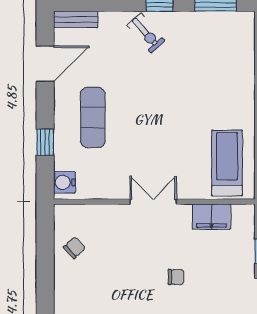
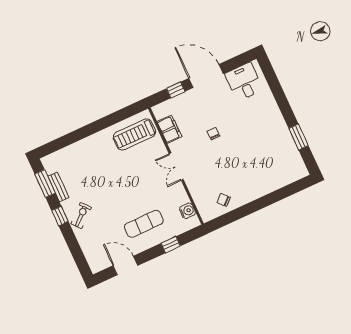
bench: (76, 19) -> (58, 187), moved
water cooler: (64, 182) -> (188, 211), moved, turned -90

